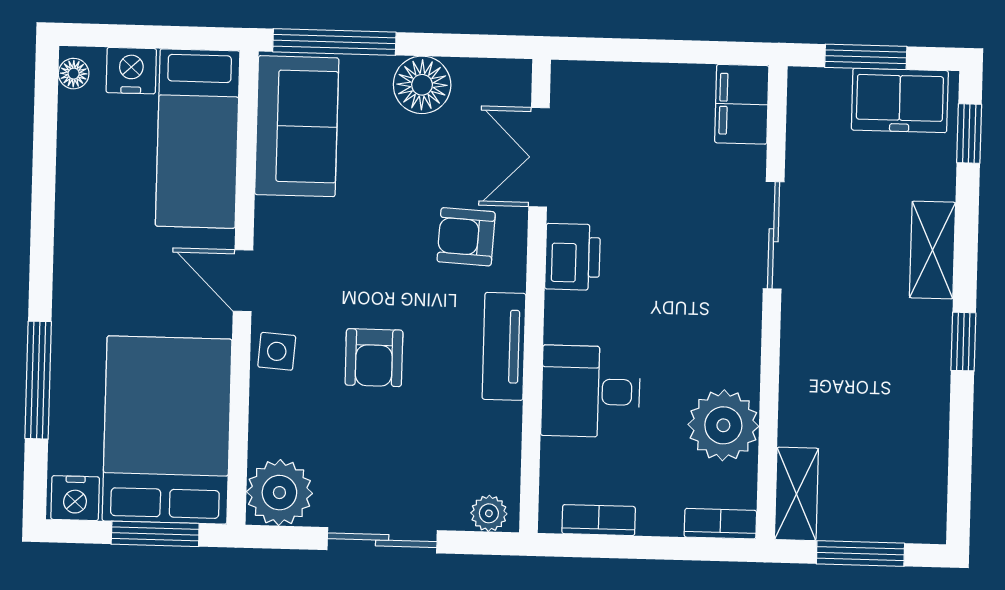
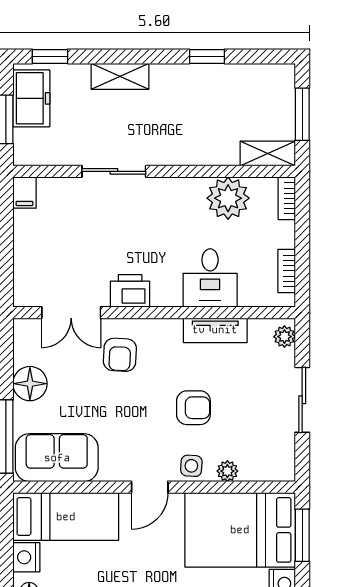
filing cabinet: (742, 104) -> (24, 193), width x0.50
window: (963, 342) -> (207, 56), moved
tv unit: (504, 346) -> (215, 330), moved
plant: (279, 493) -> (227, 471), moved, width x0.53, depth x0.53

